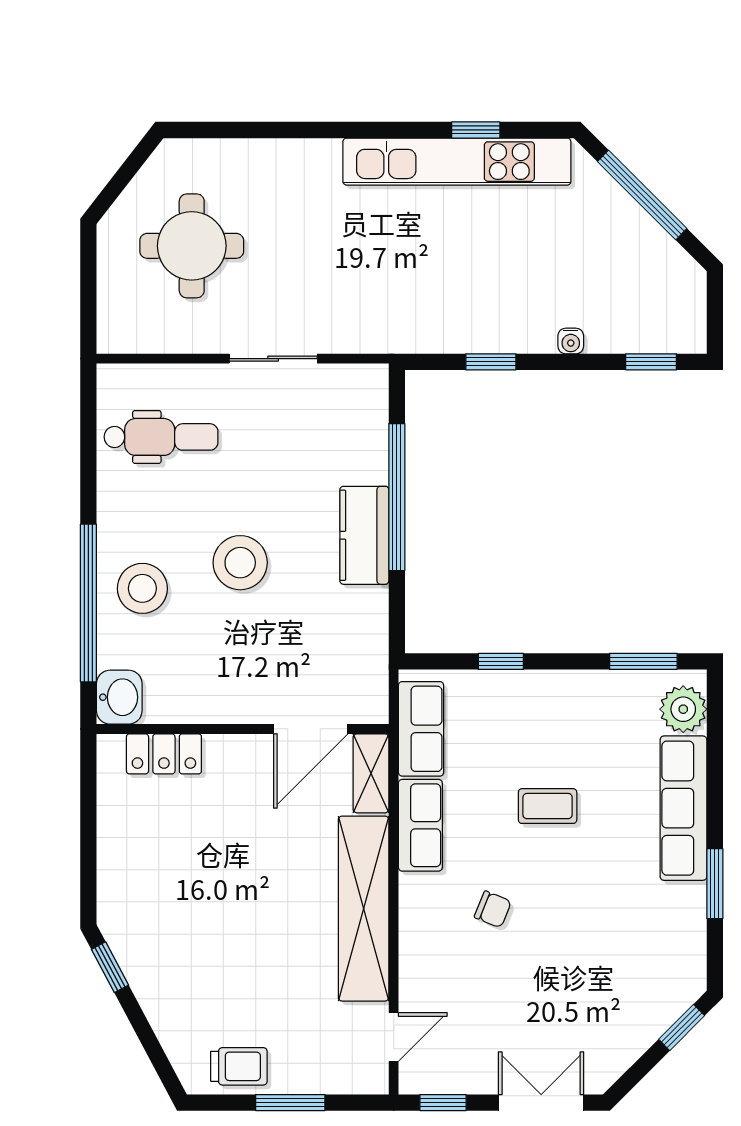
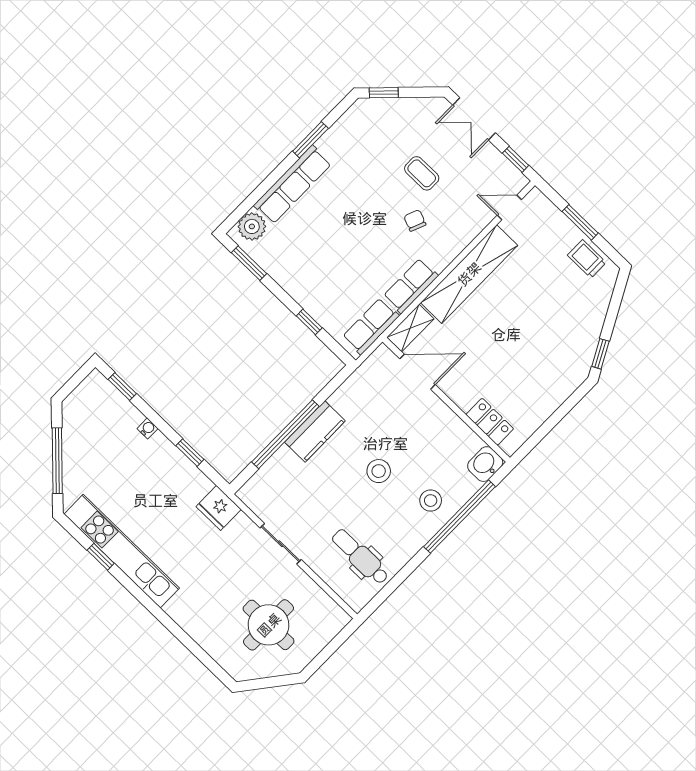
fridge: (391, 329) -> (219, 508), added
stool: (240, 563) -> (379, 471), width x0.73, depth x0.73
stool: (142, 588) -> (431, 501), width x0.73, depth x0.73
coffee table: (548, 806) -> (422, 173), moved

